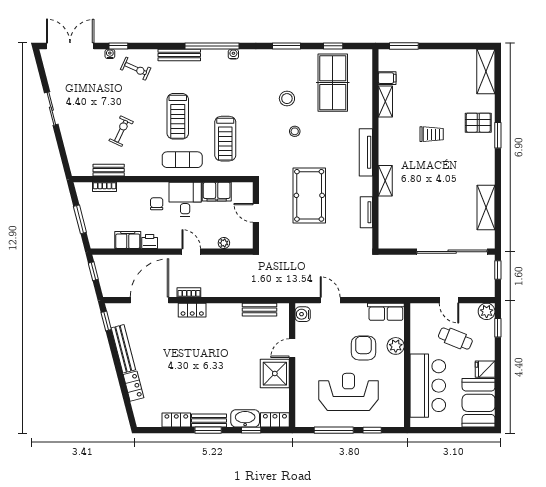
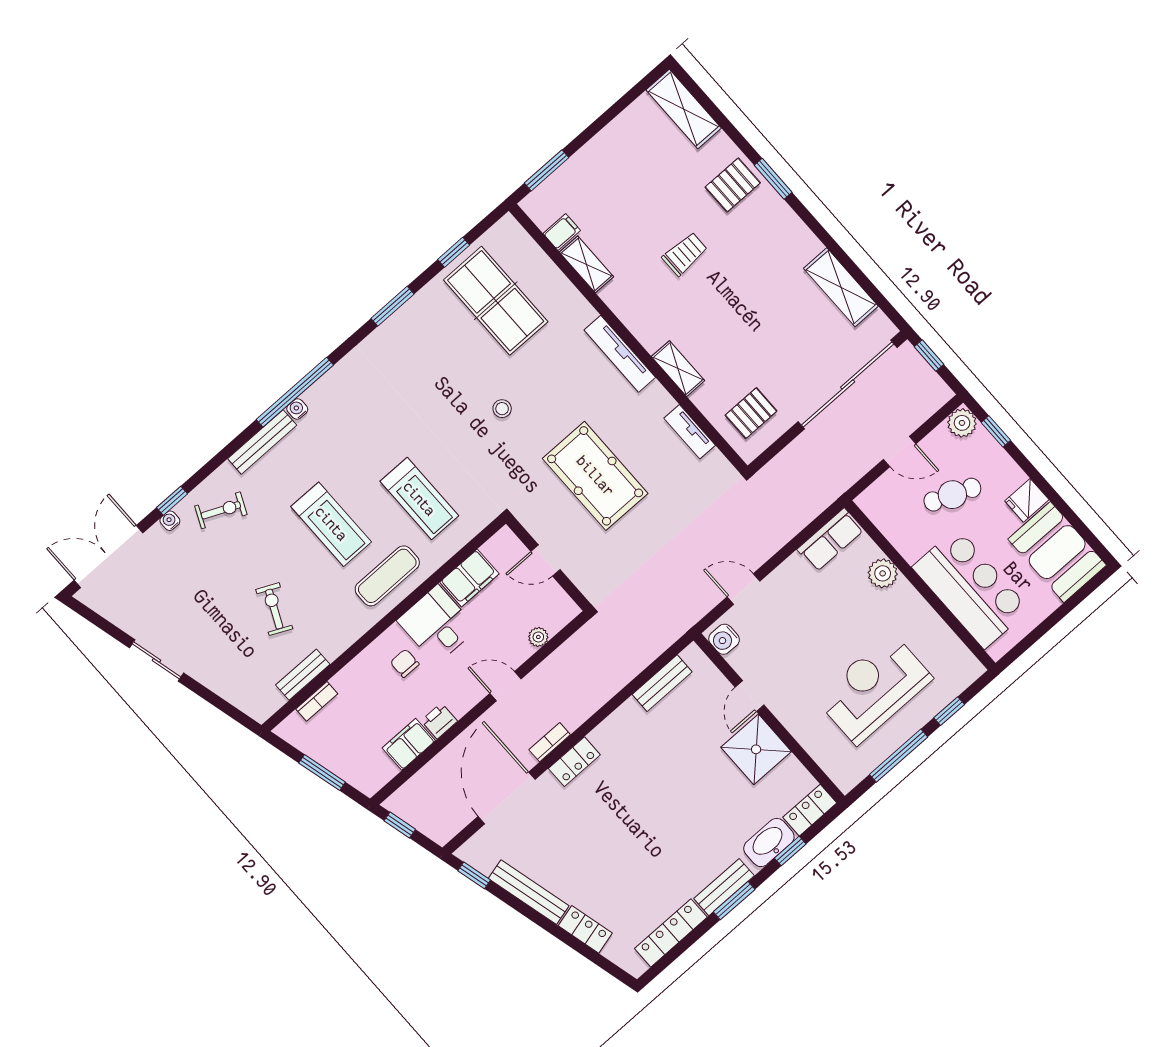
water cooler: (233, 54) -> (297, 409), moved
stool: (287, 99) -> (454, 375), removed
pallet: (400, 227) -> (751, 413), added
armchair: (363, 348) -> (843, 613), removed
locker: (176, 420) -> (671, 933), width x1.53

